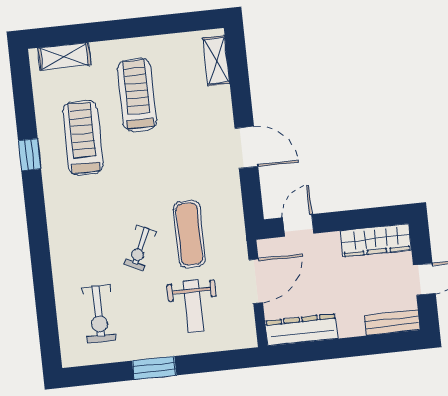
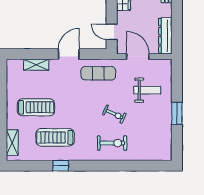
shelving: (216, 61) -> (36, 65), moved
treadmill: (137, 95) -> (36, 107), turned 180
exercise mat: (189, 234) -> (98, 73), moved
exercise bike: (99, 314) -> (112, 143), moved

